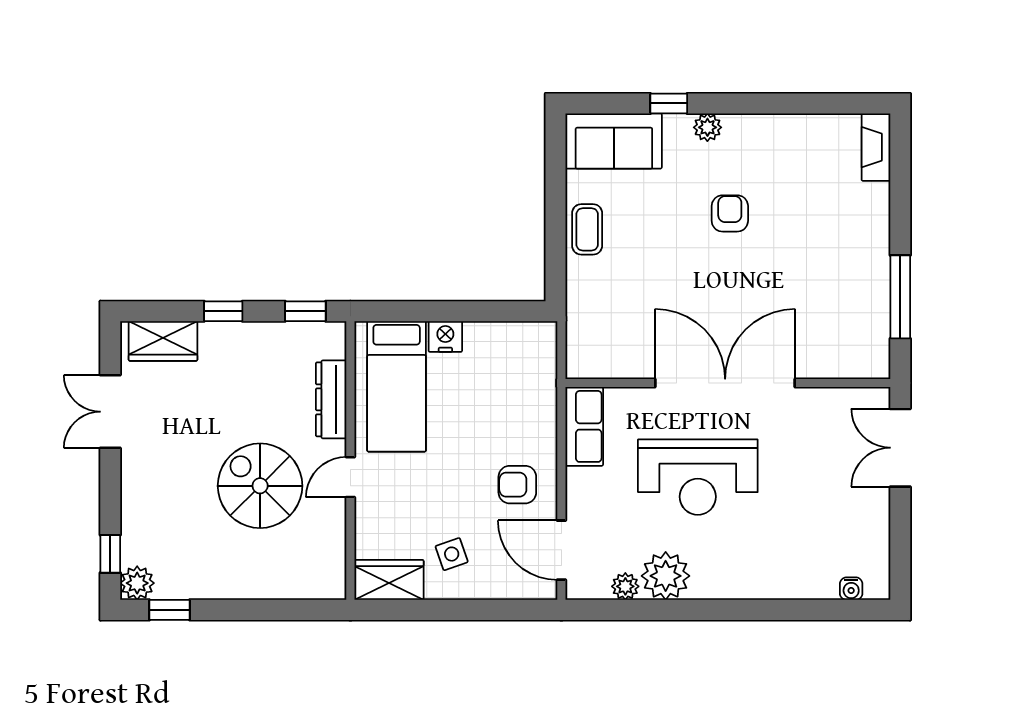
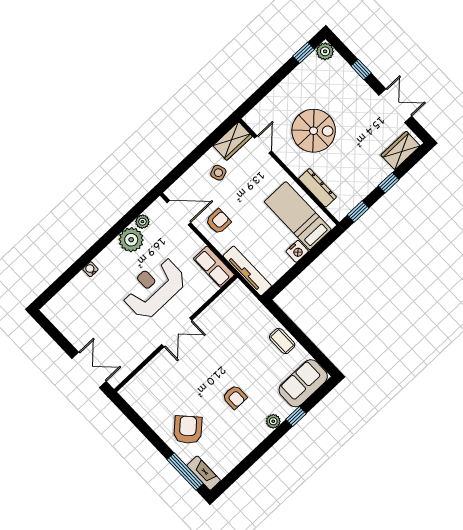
armchair: (840, 230) -> (188, 430), added
window: (900, 297) -> (185, 472), moved
tv unit: (543, 376) -> (247, 271), added
double door: (725, 383) -> (177, 332), width x0.54
door: (350, 477) -> (263, 144), moved
window: (110, 554) -> (361, 69), moved
water cooler: (851, 589) -> (90, 269), moved

